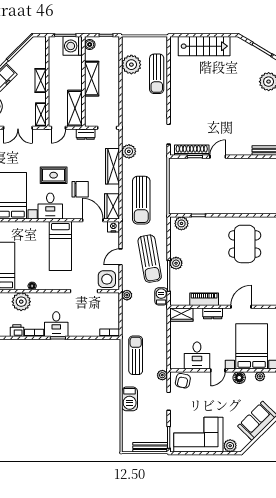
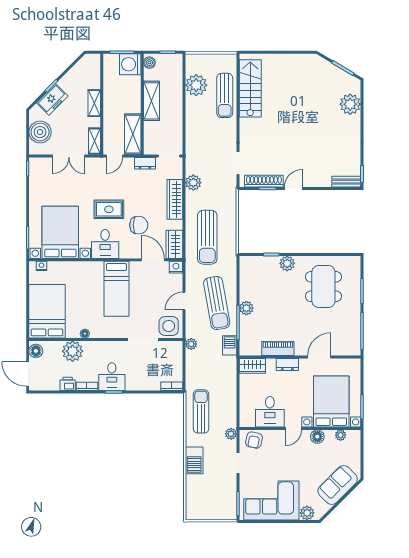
stairs: (204, 46) -> (250, 88), moved, turned -90
plant: (181, 223) -> (287, 263), moved
bench: (150, 447) -> (217, 515), removed

